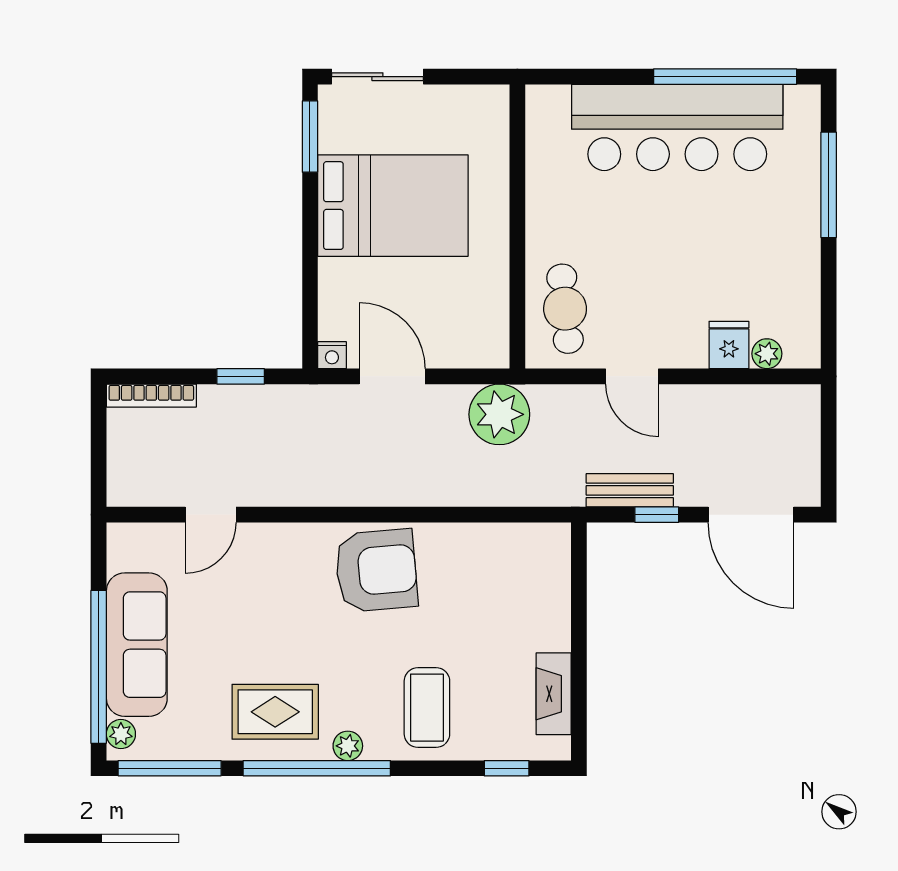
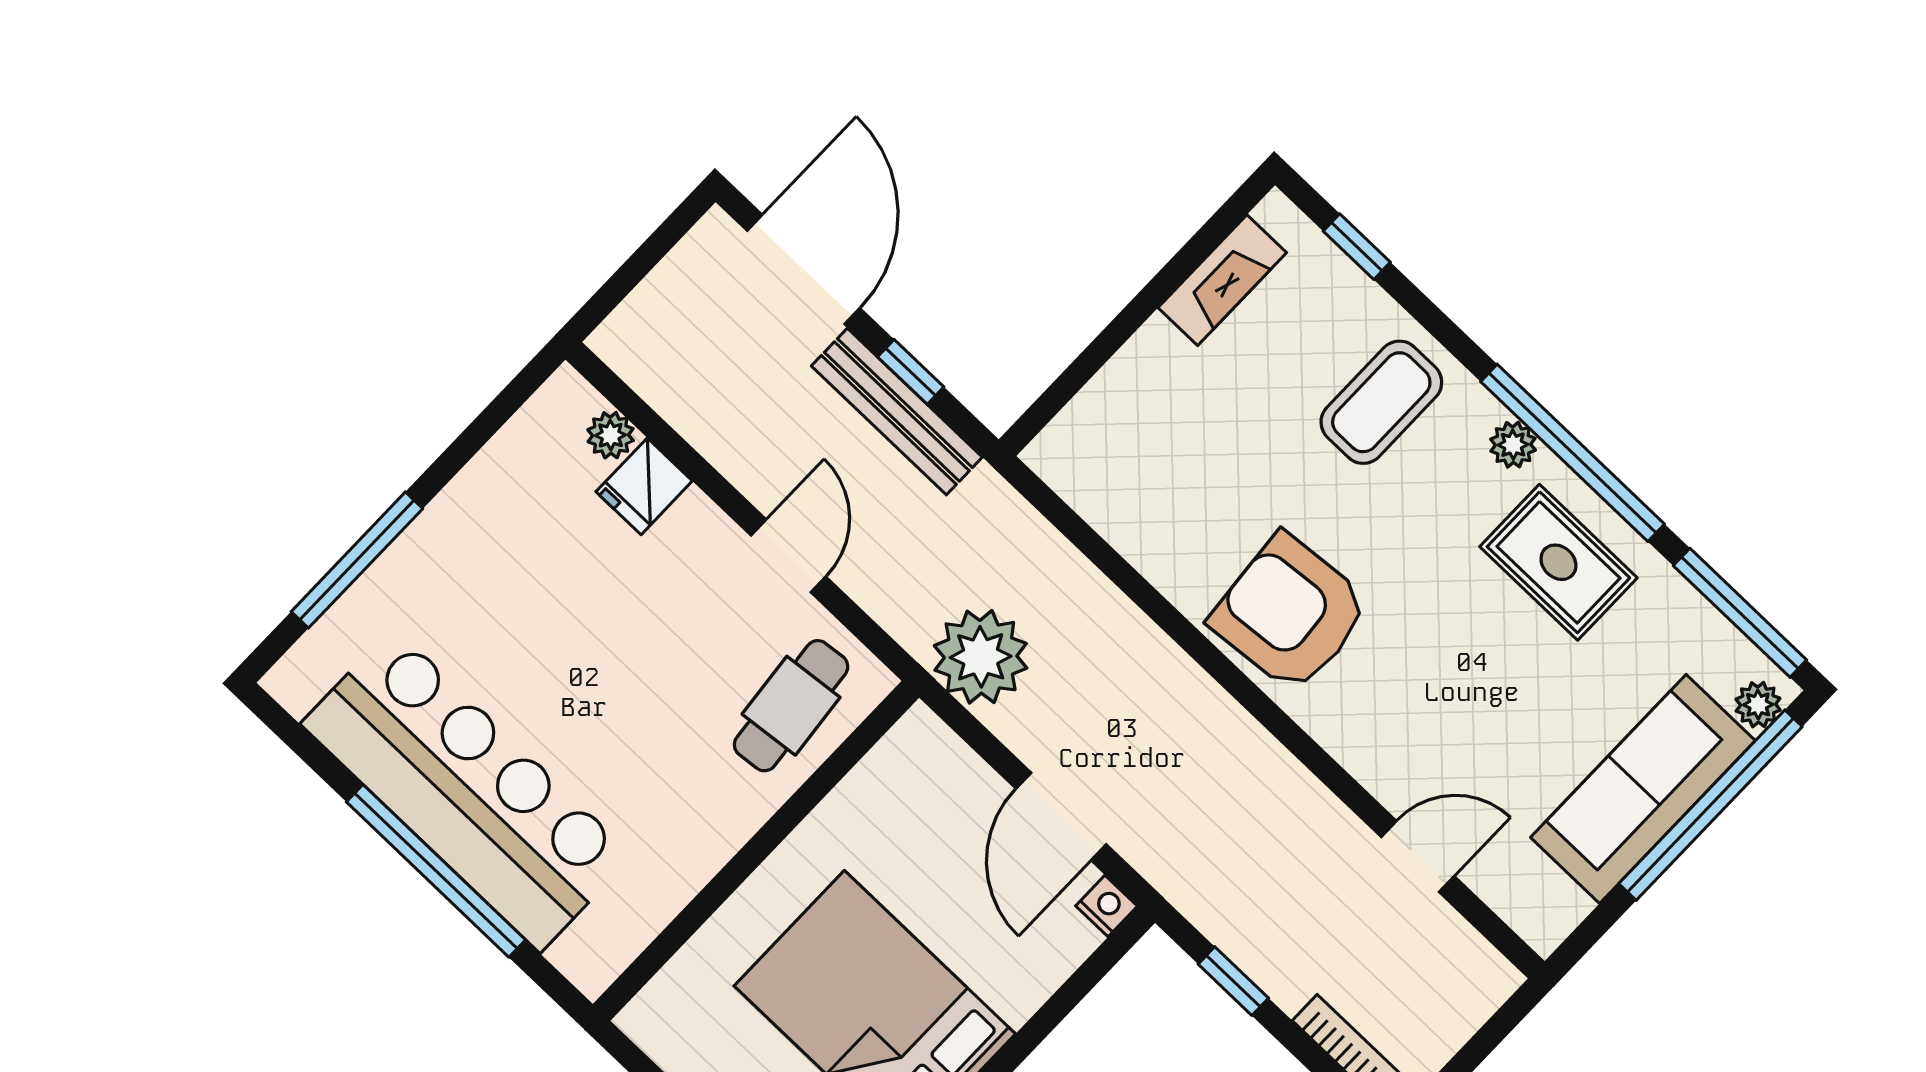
window: (725, 77) -> (436, 871), moved
bench: (630, 490) -> (897, 412), width x1.36

